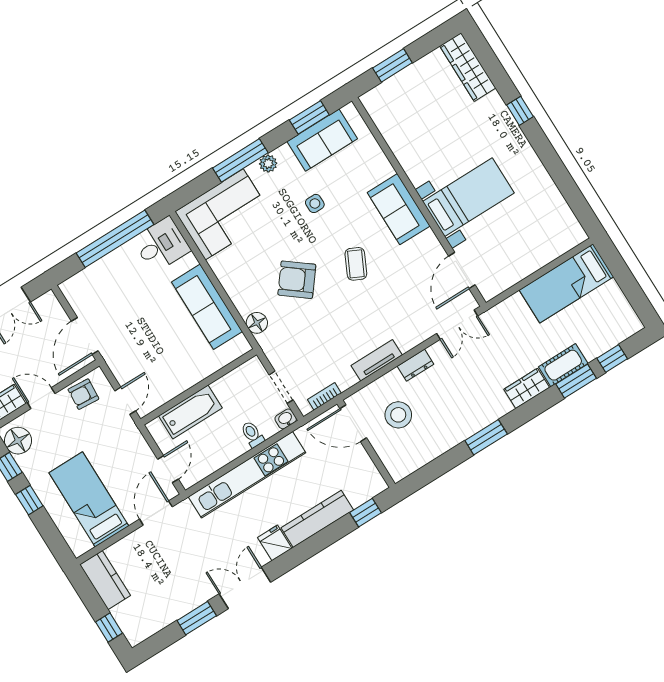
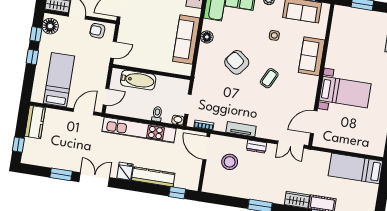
sofa: (399, 209) -> (312, 56), moved
floor lamp: (257, 323) -> (207, 37), moved

